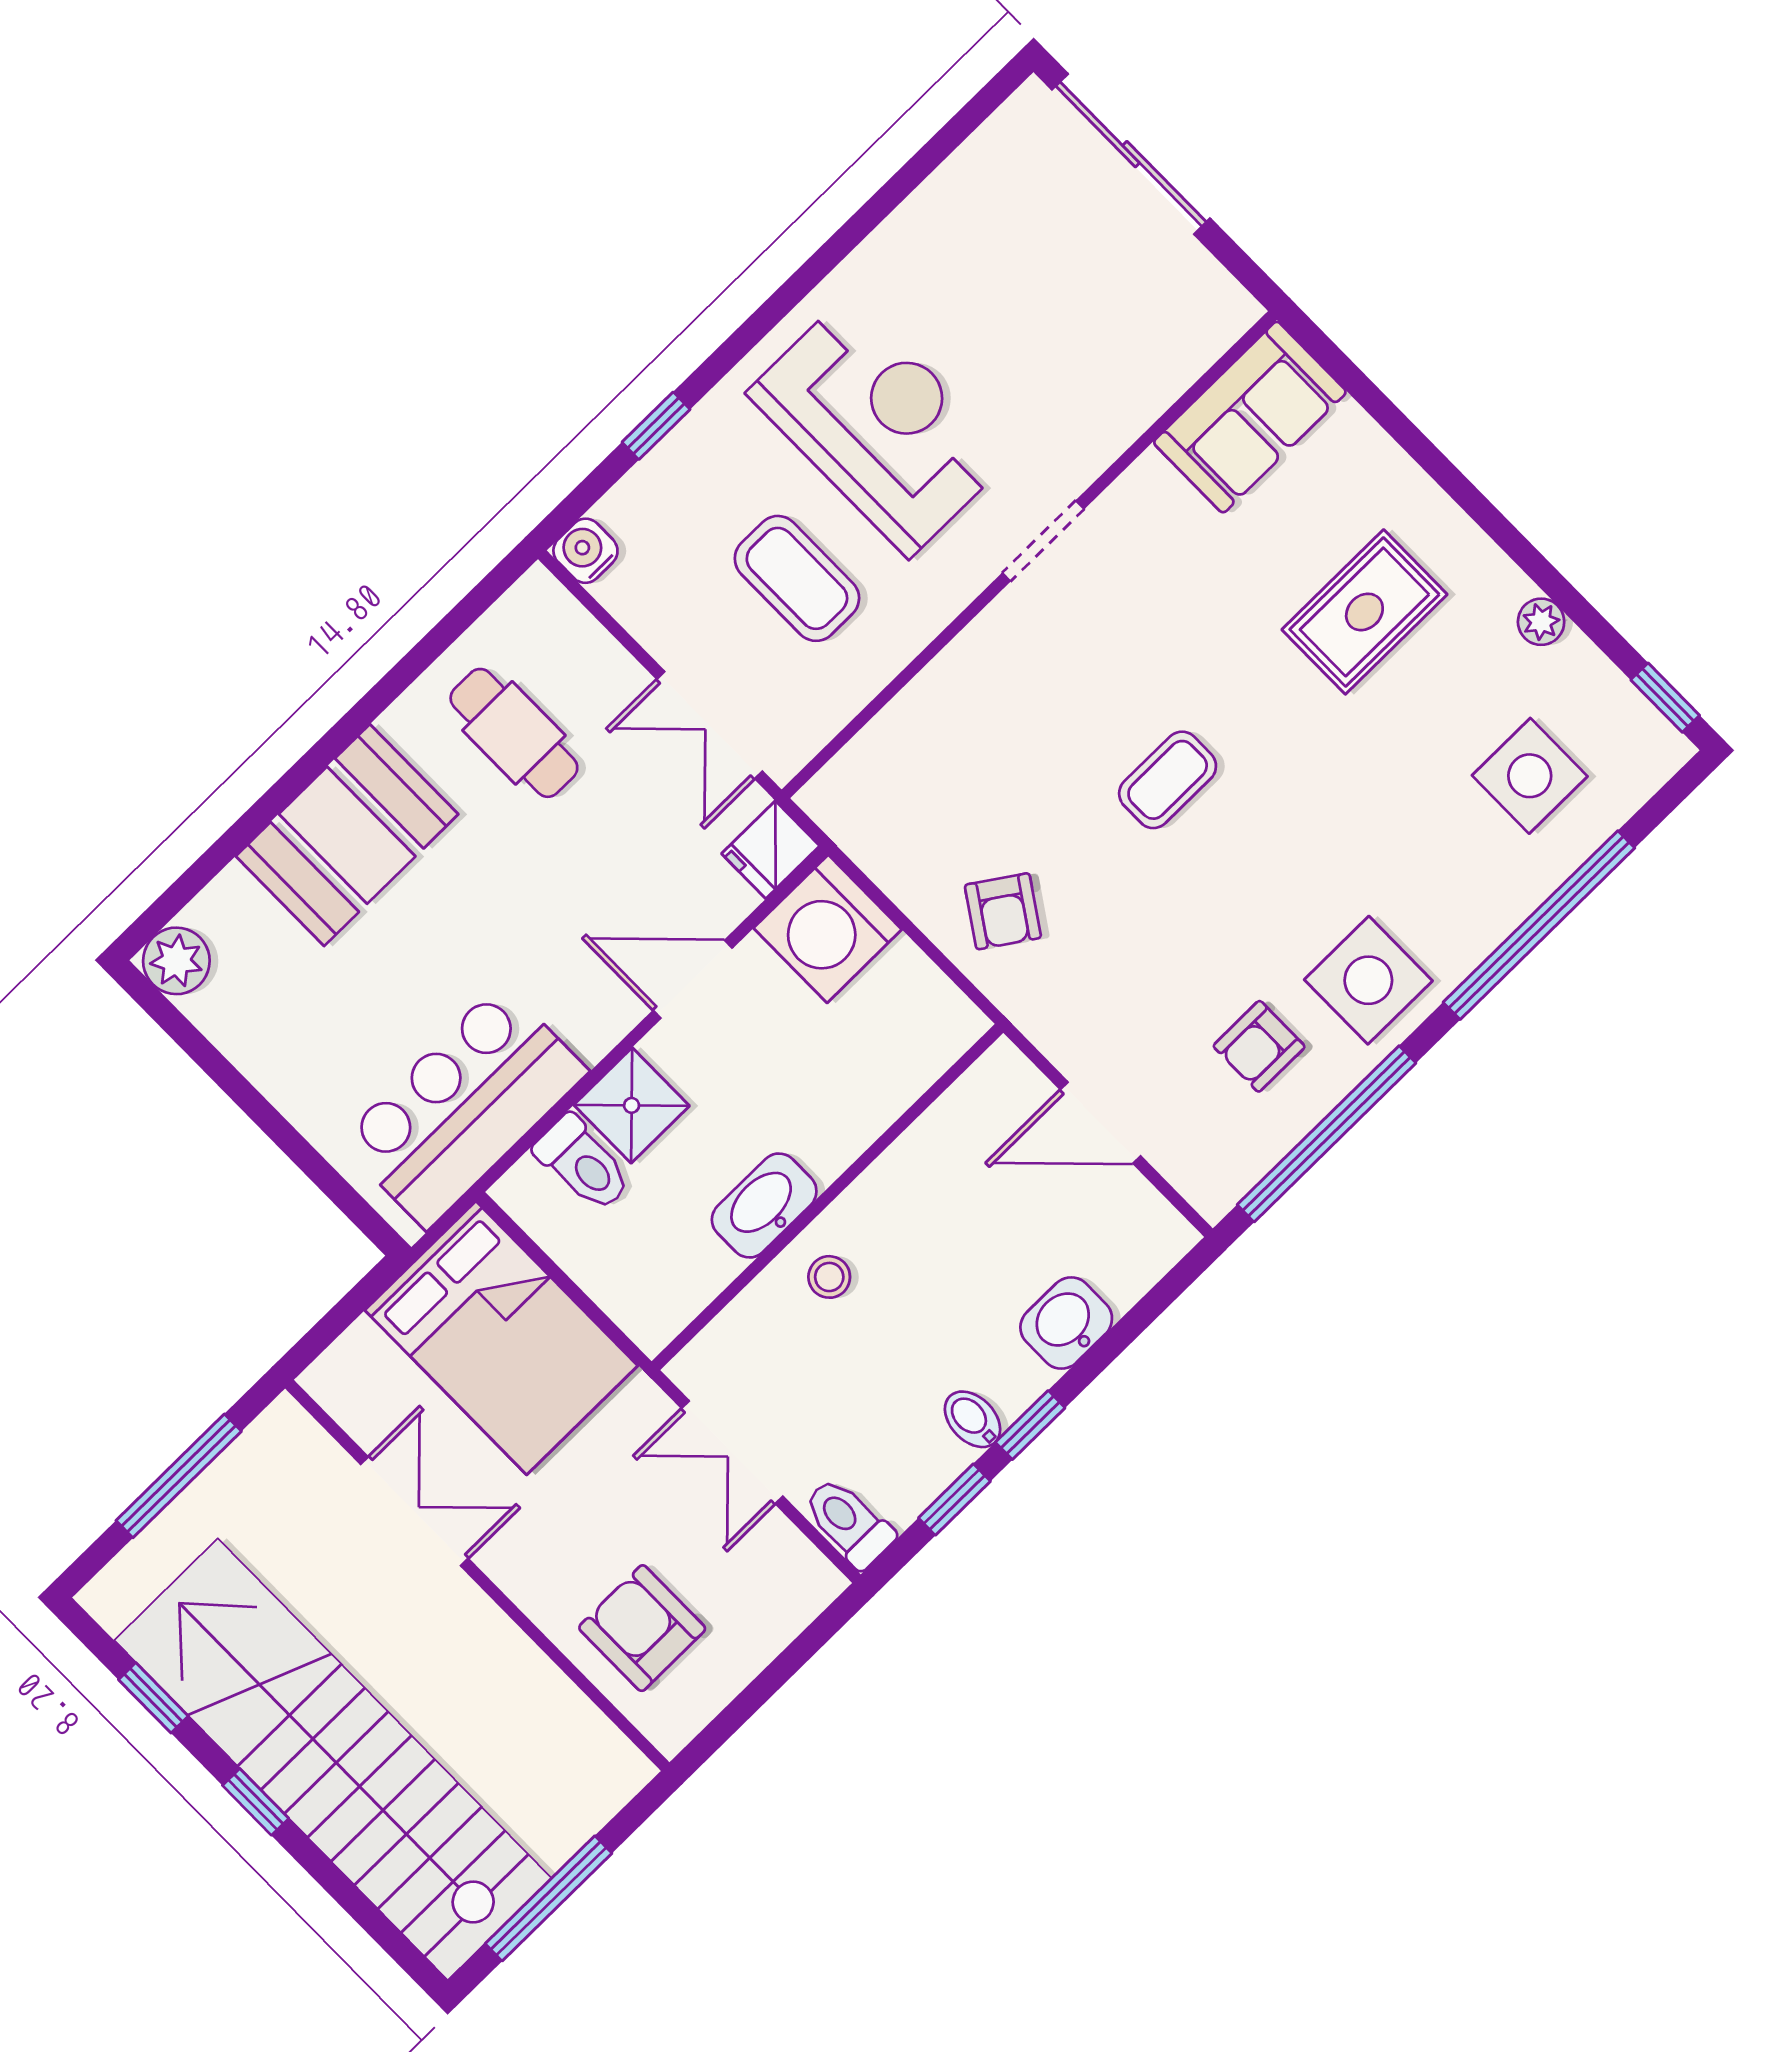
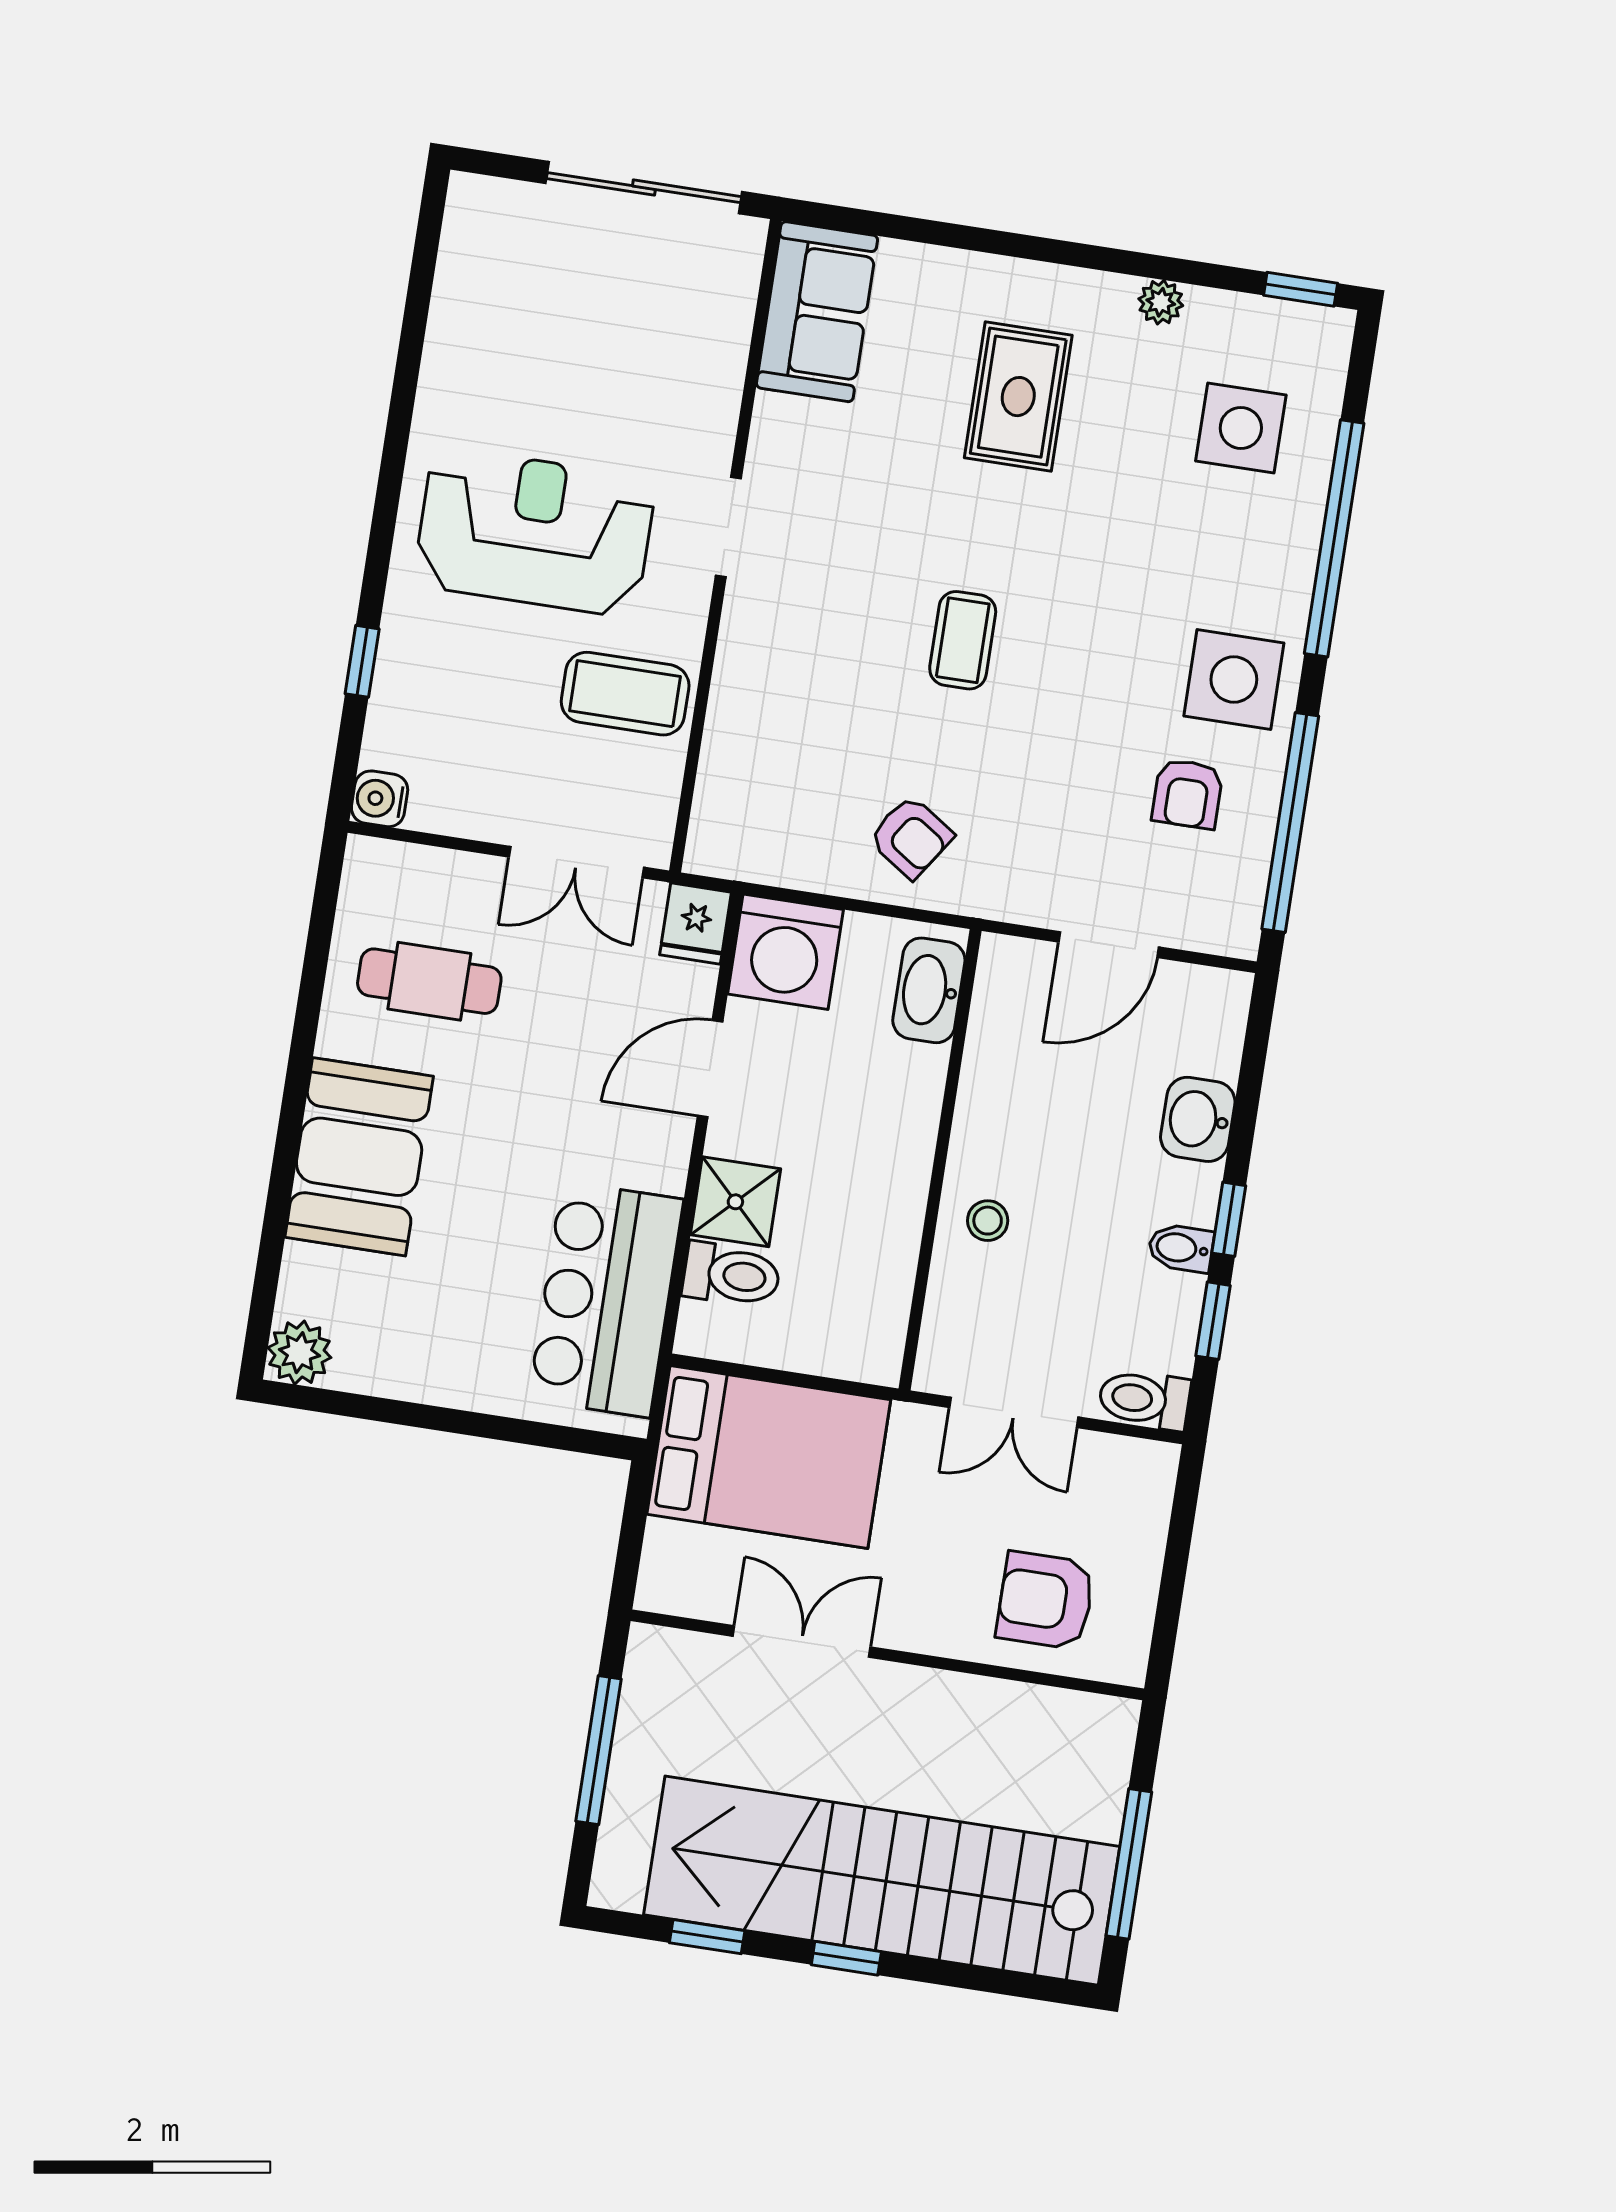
sliding door: (1131, 154) -> (644, 188), moved
coffee table: (797, 578) -> (625, 694), moved
washbasin: (764, 1206) -> (929, 990), moved

